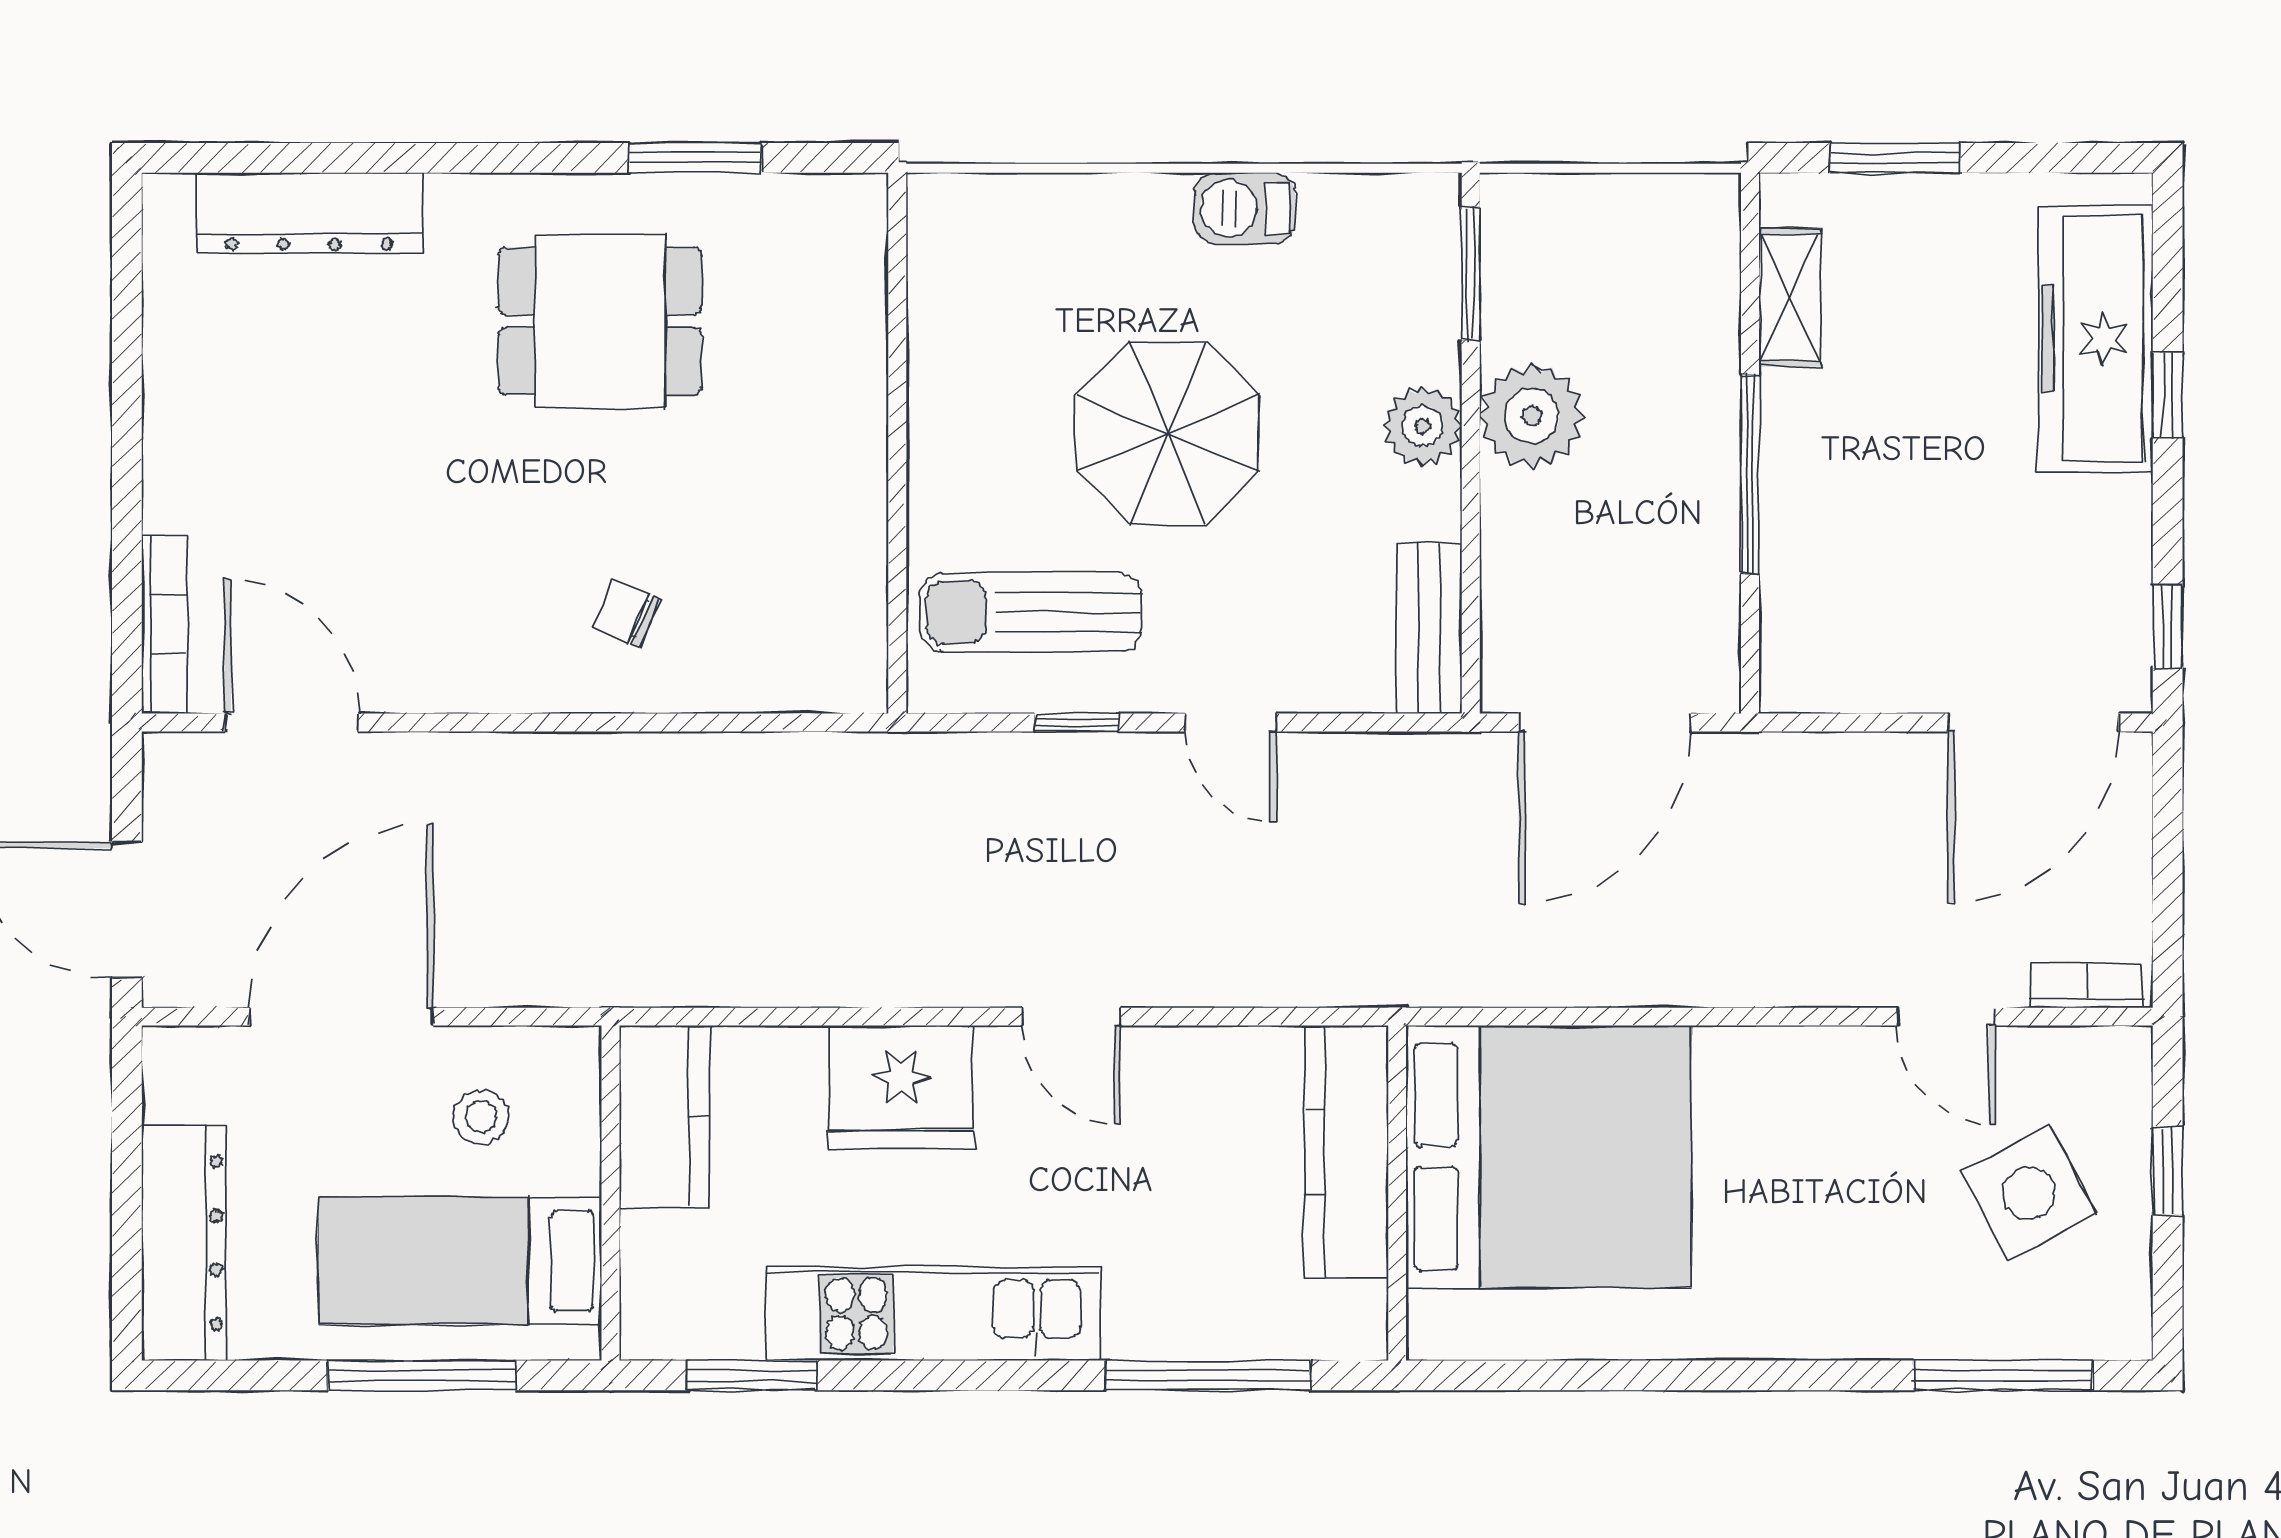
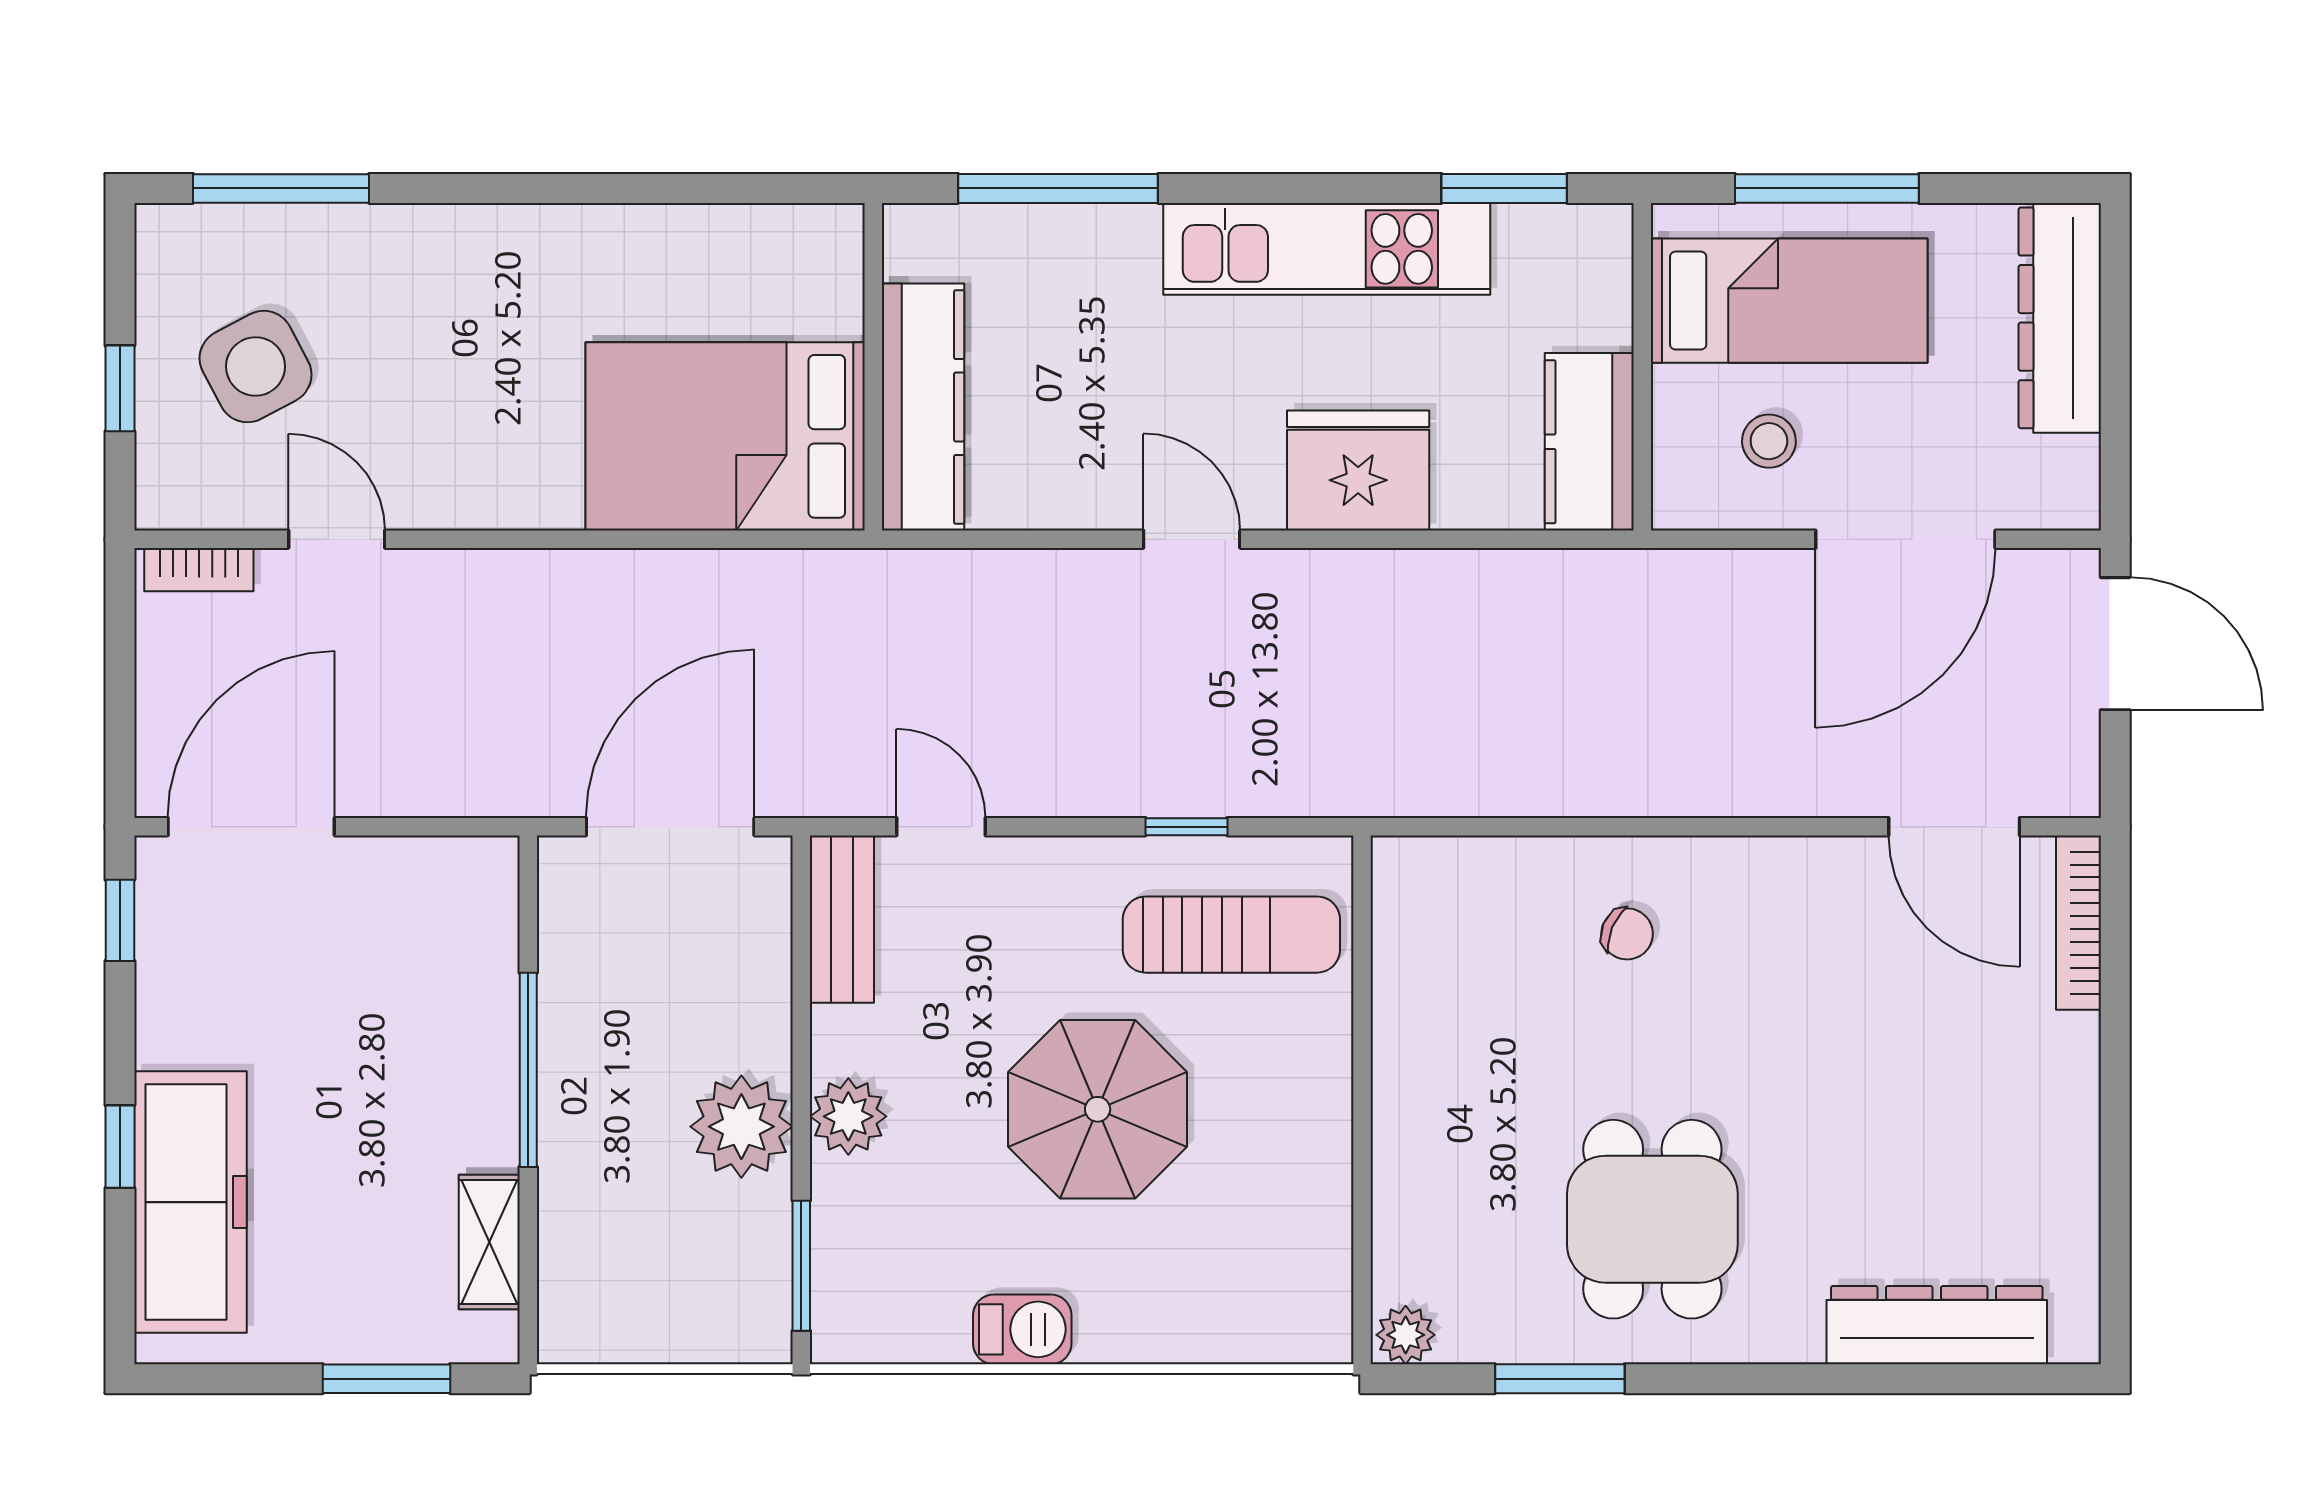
plant: (853, 203) -> (1406, 1335), added
dining table: (600, 321) -> (1652, 1219), turned 90
door: (1231, 723) -> (941, 827), moved
bed: (1549, 1157) -> (725, 436), width x0.73

